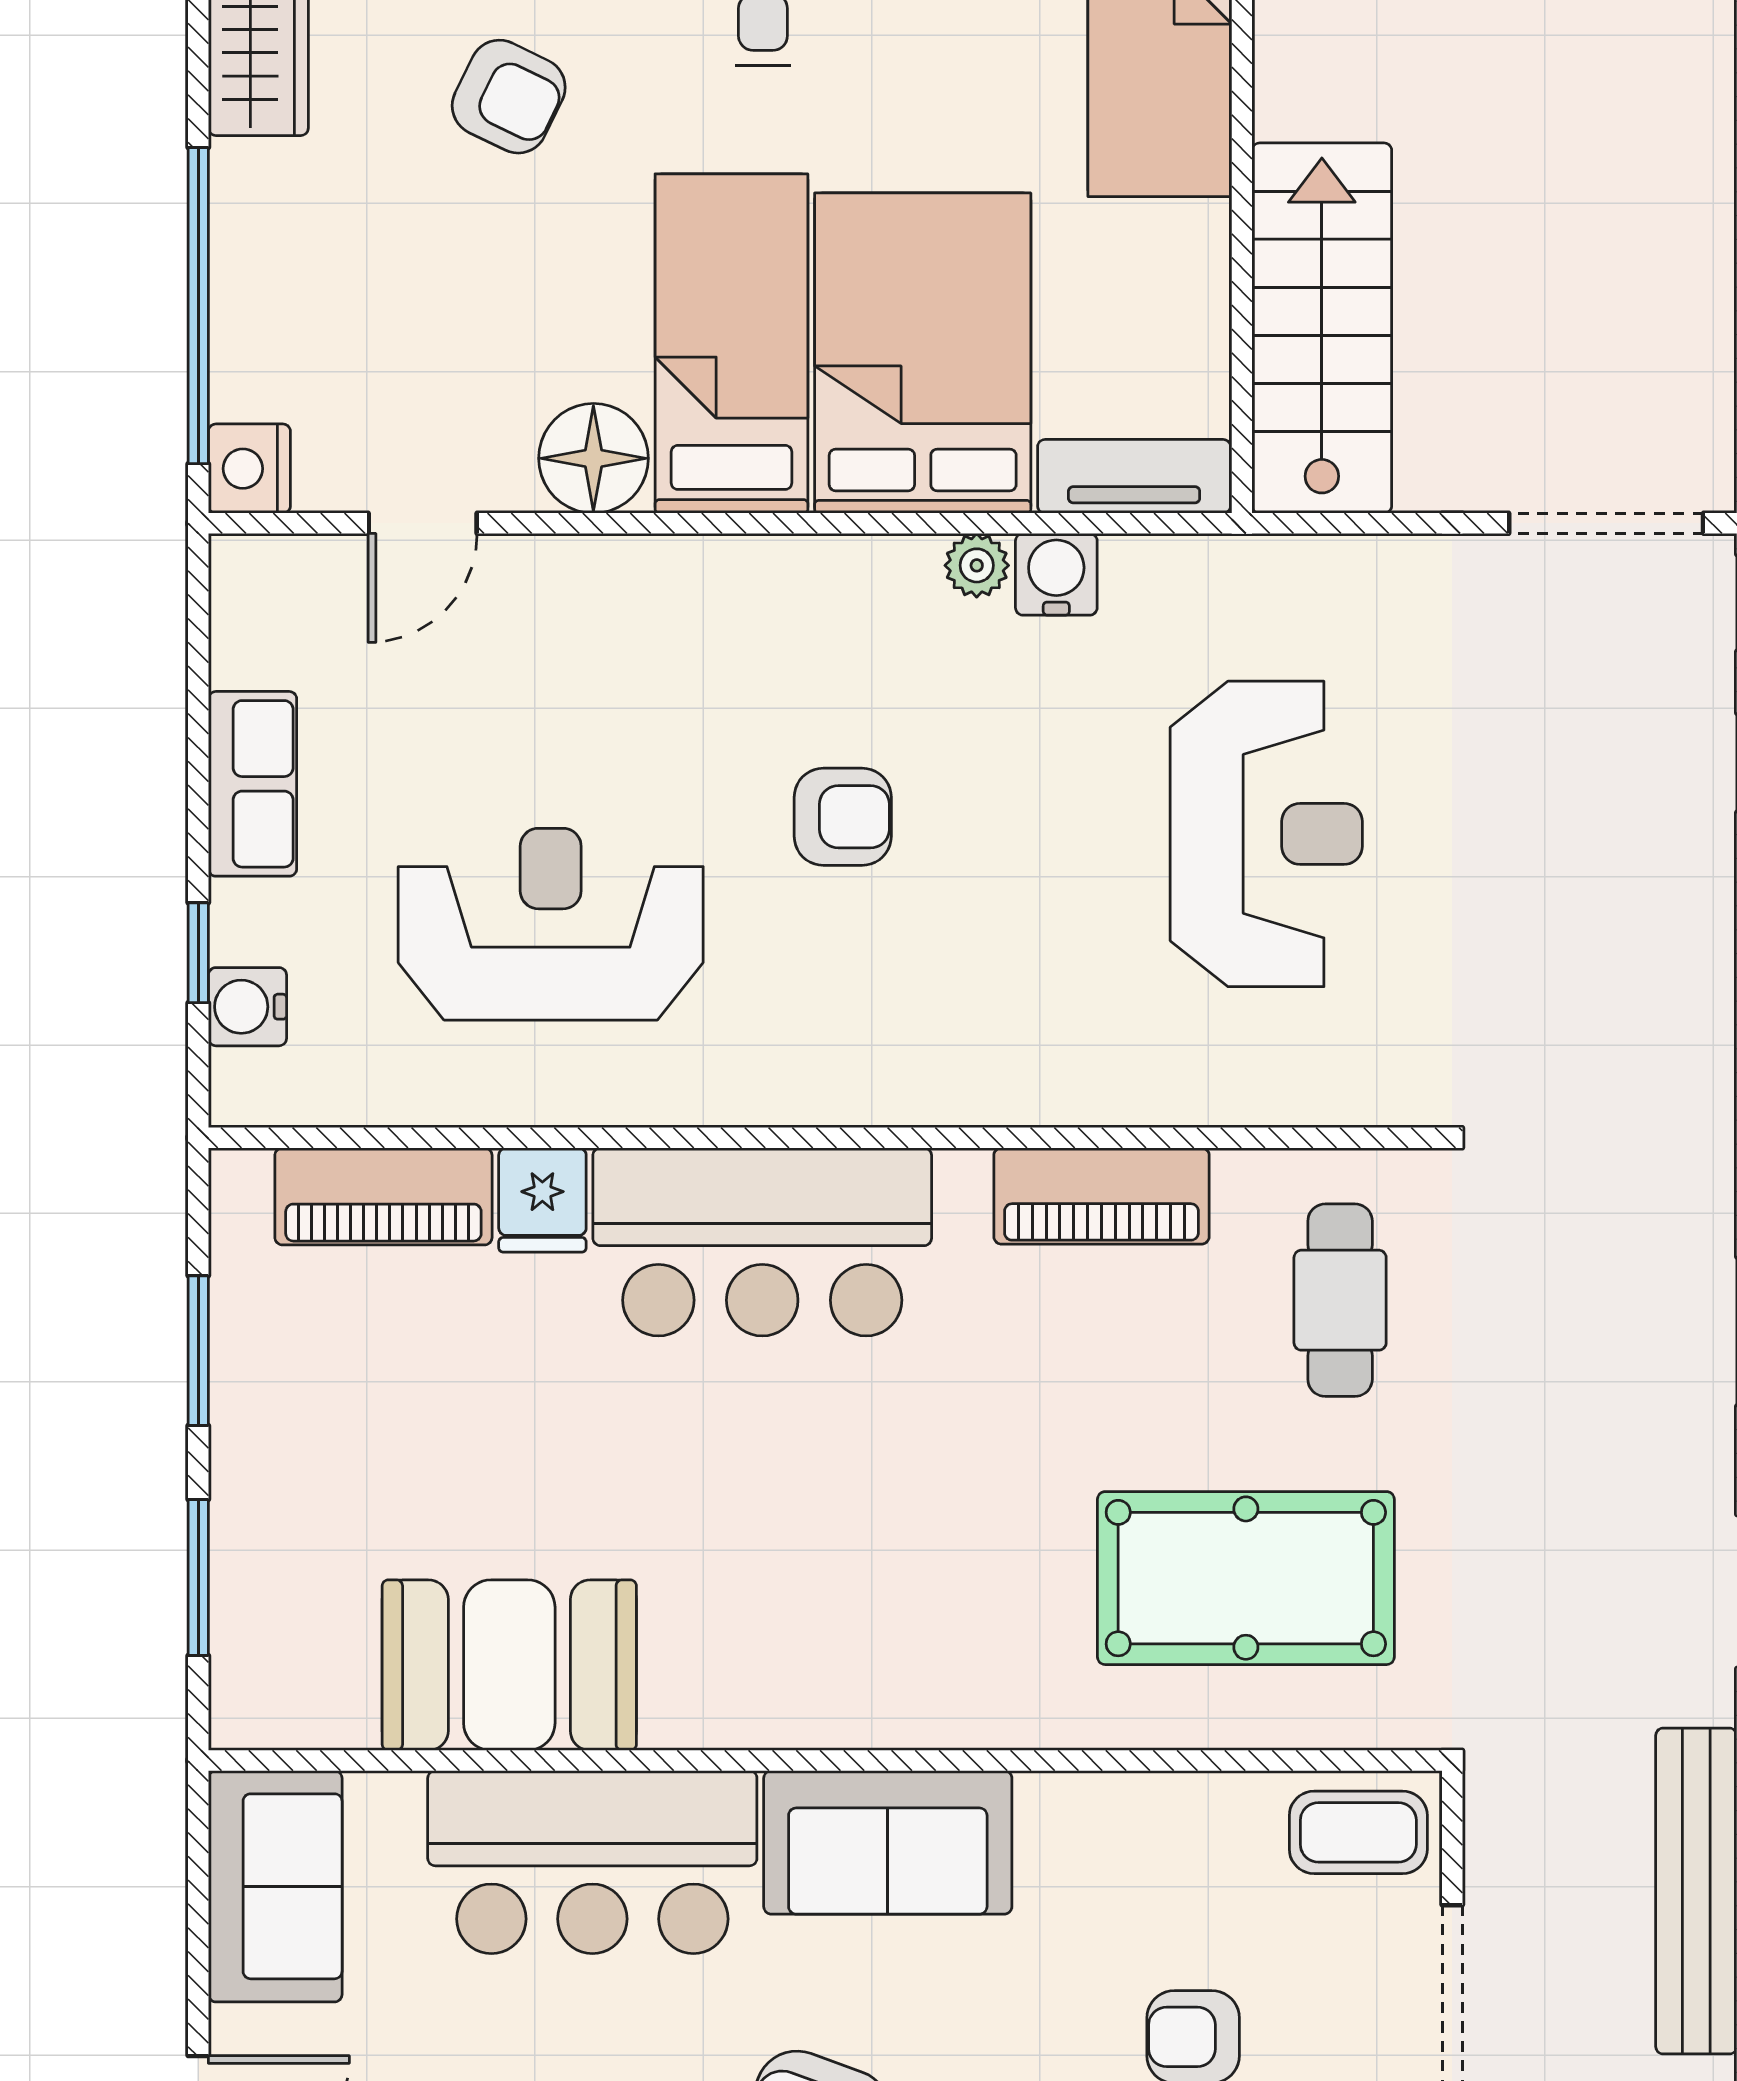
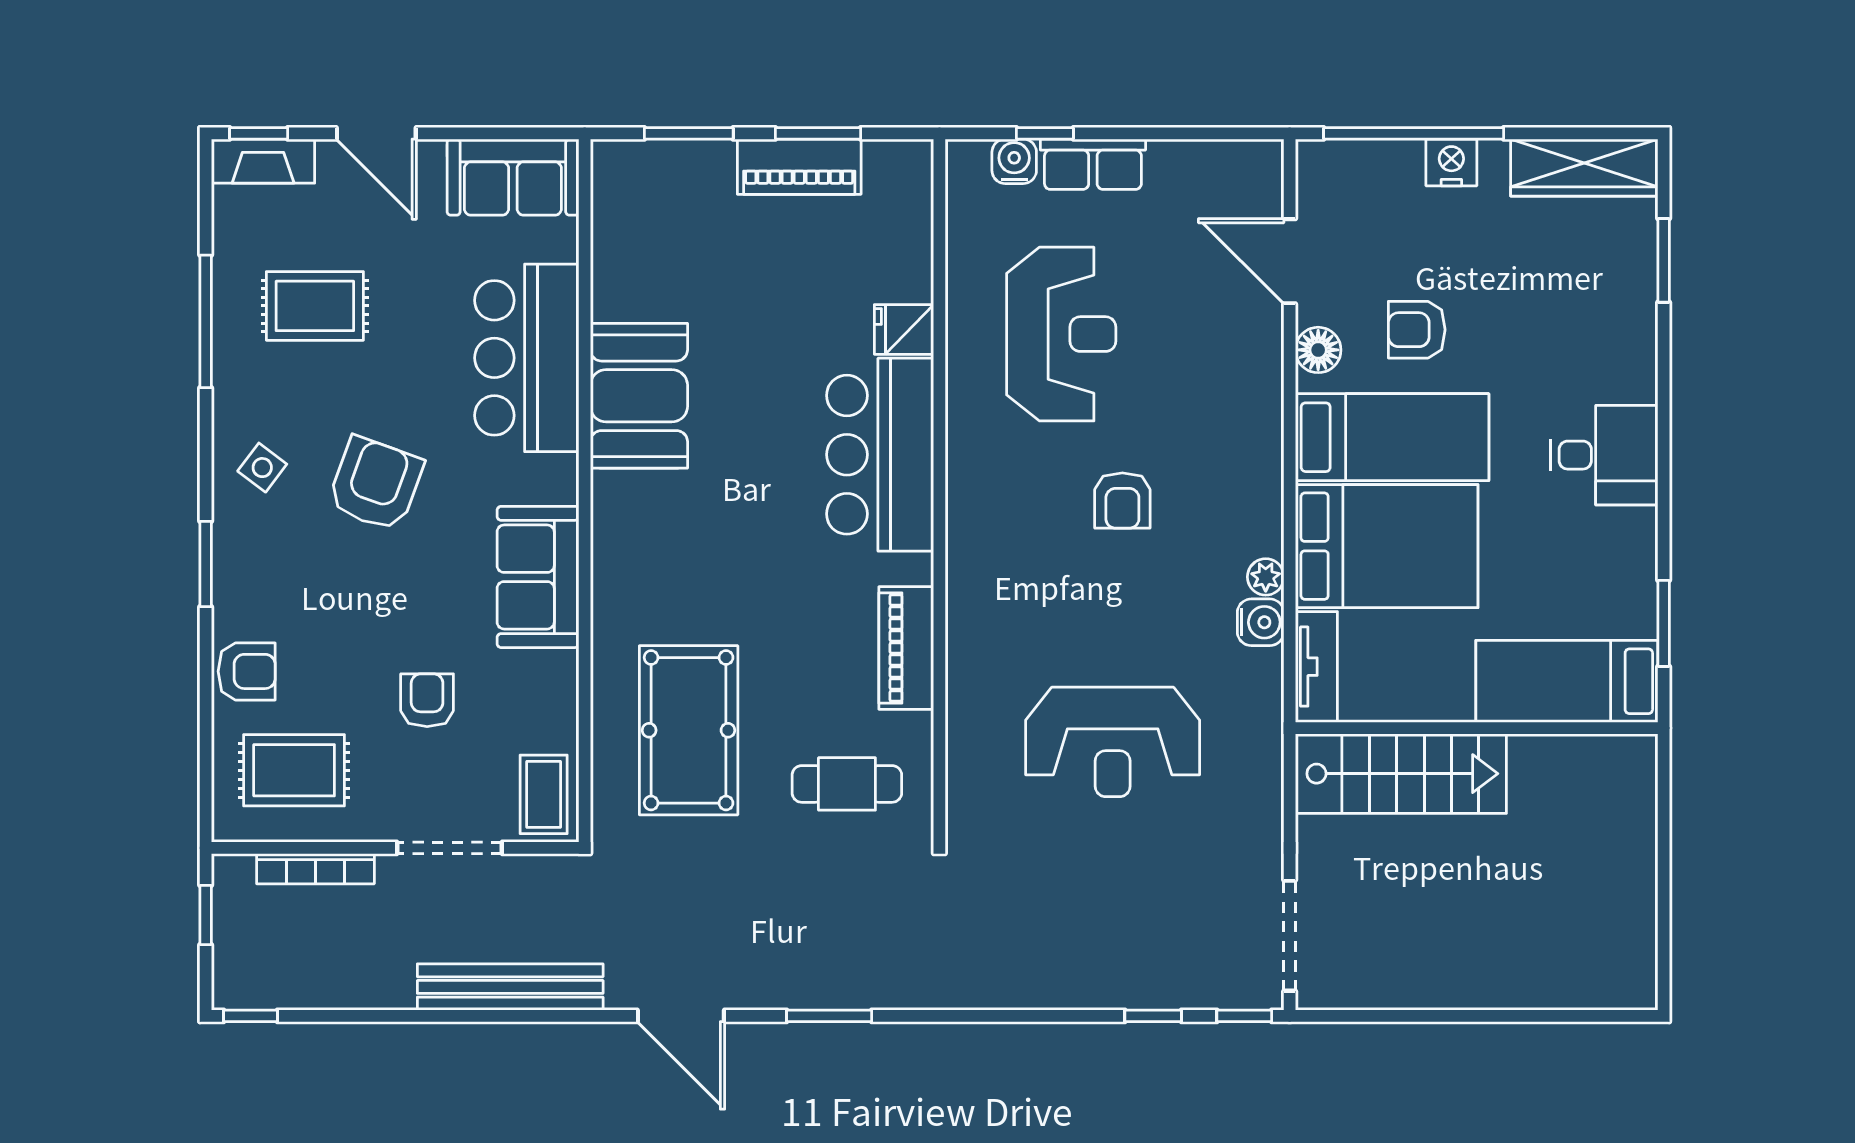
armchair: (509, 97) -> (1417, 330), moved, turned 64
floor lamp: (593, 458) -> (1318, 350), width x0.73, depth x0.73
nightstand: (249, 469) -> (1451, 162), moved
door: (423, 523) -> (1290, 261), width x1.37
row of seats: (253, 784) -> (1093, 164), moved
piano: (383, 1196) -> (799, 167), moved, turned -90
booth: (509, 1665) -> (639, 396), moved
sofa: (888, 1842) -> (538, 577), moved

